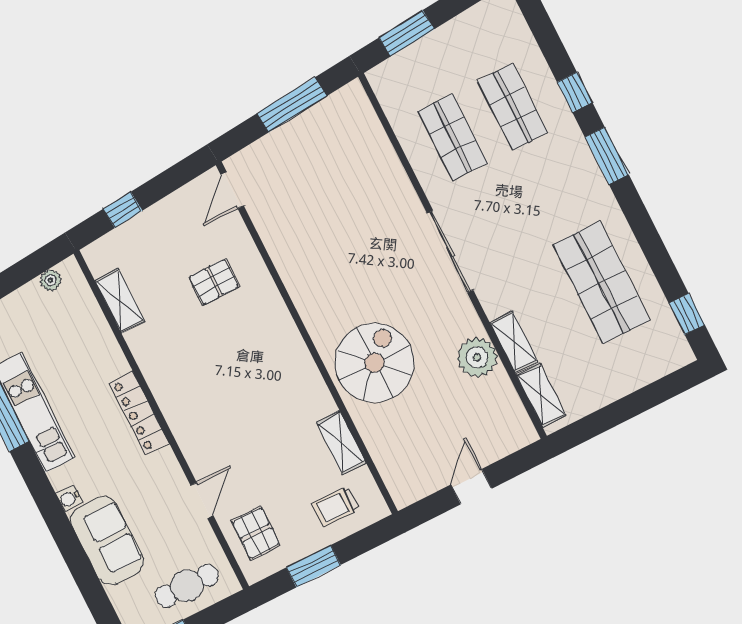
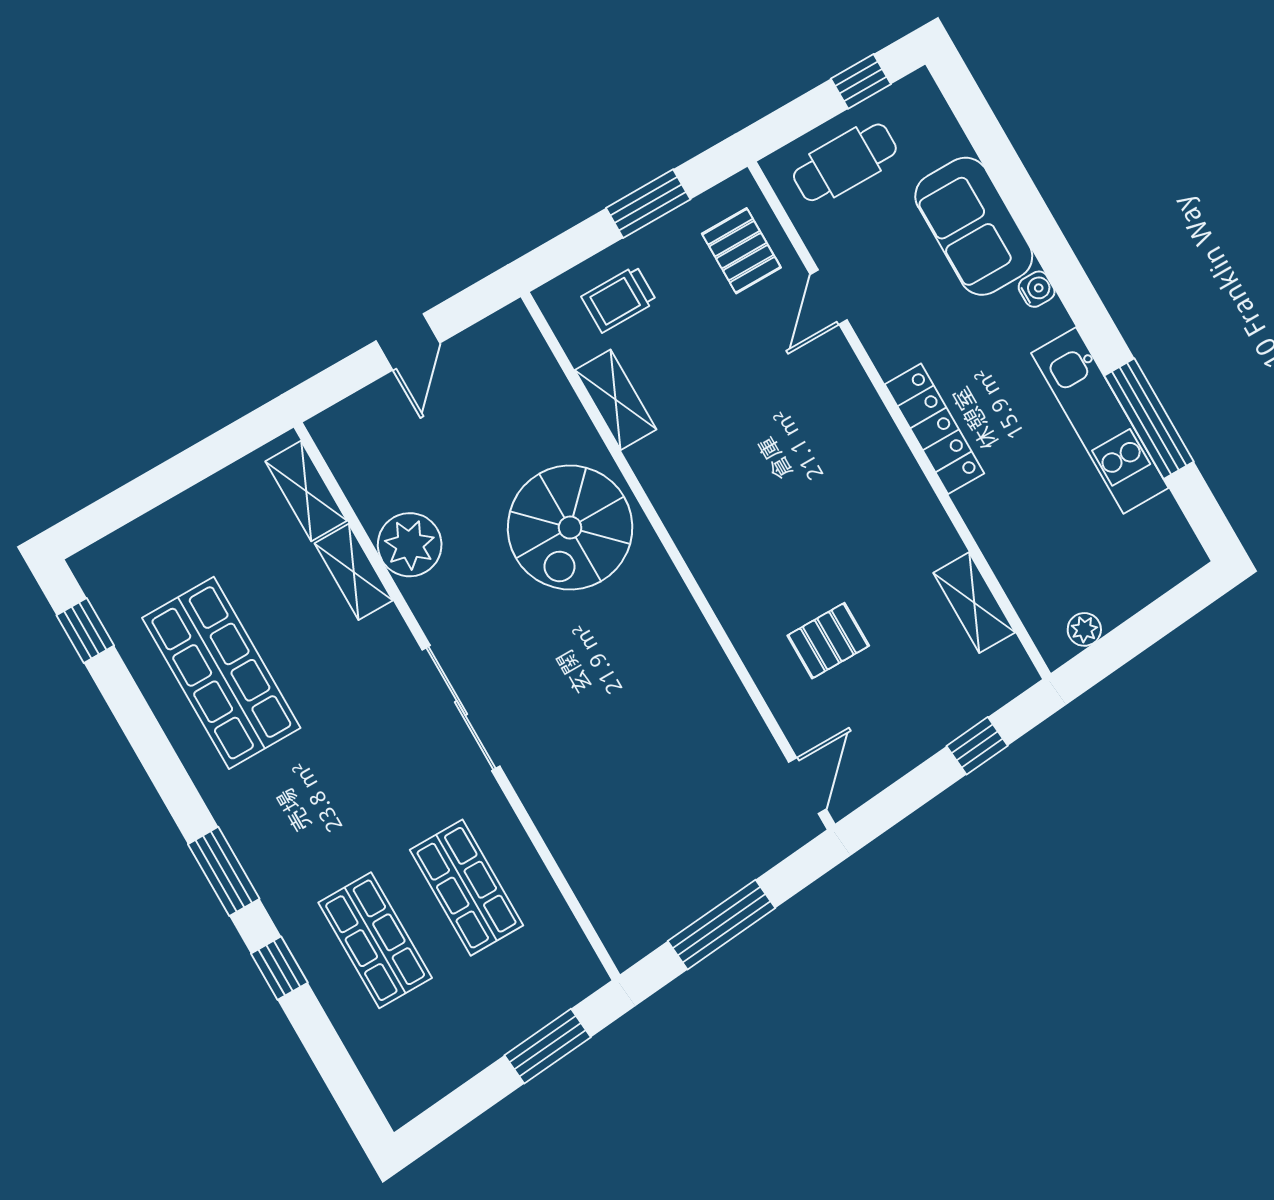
trolley: (335, 507) -> (619, 299), turned 180

